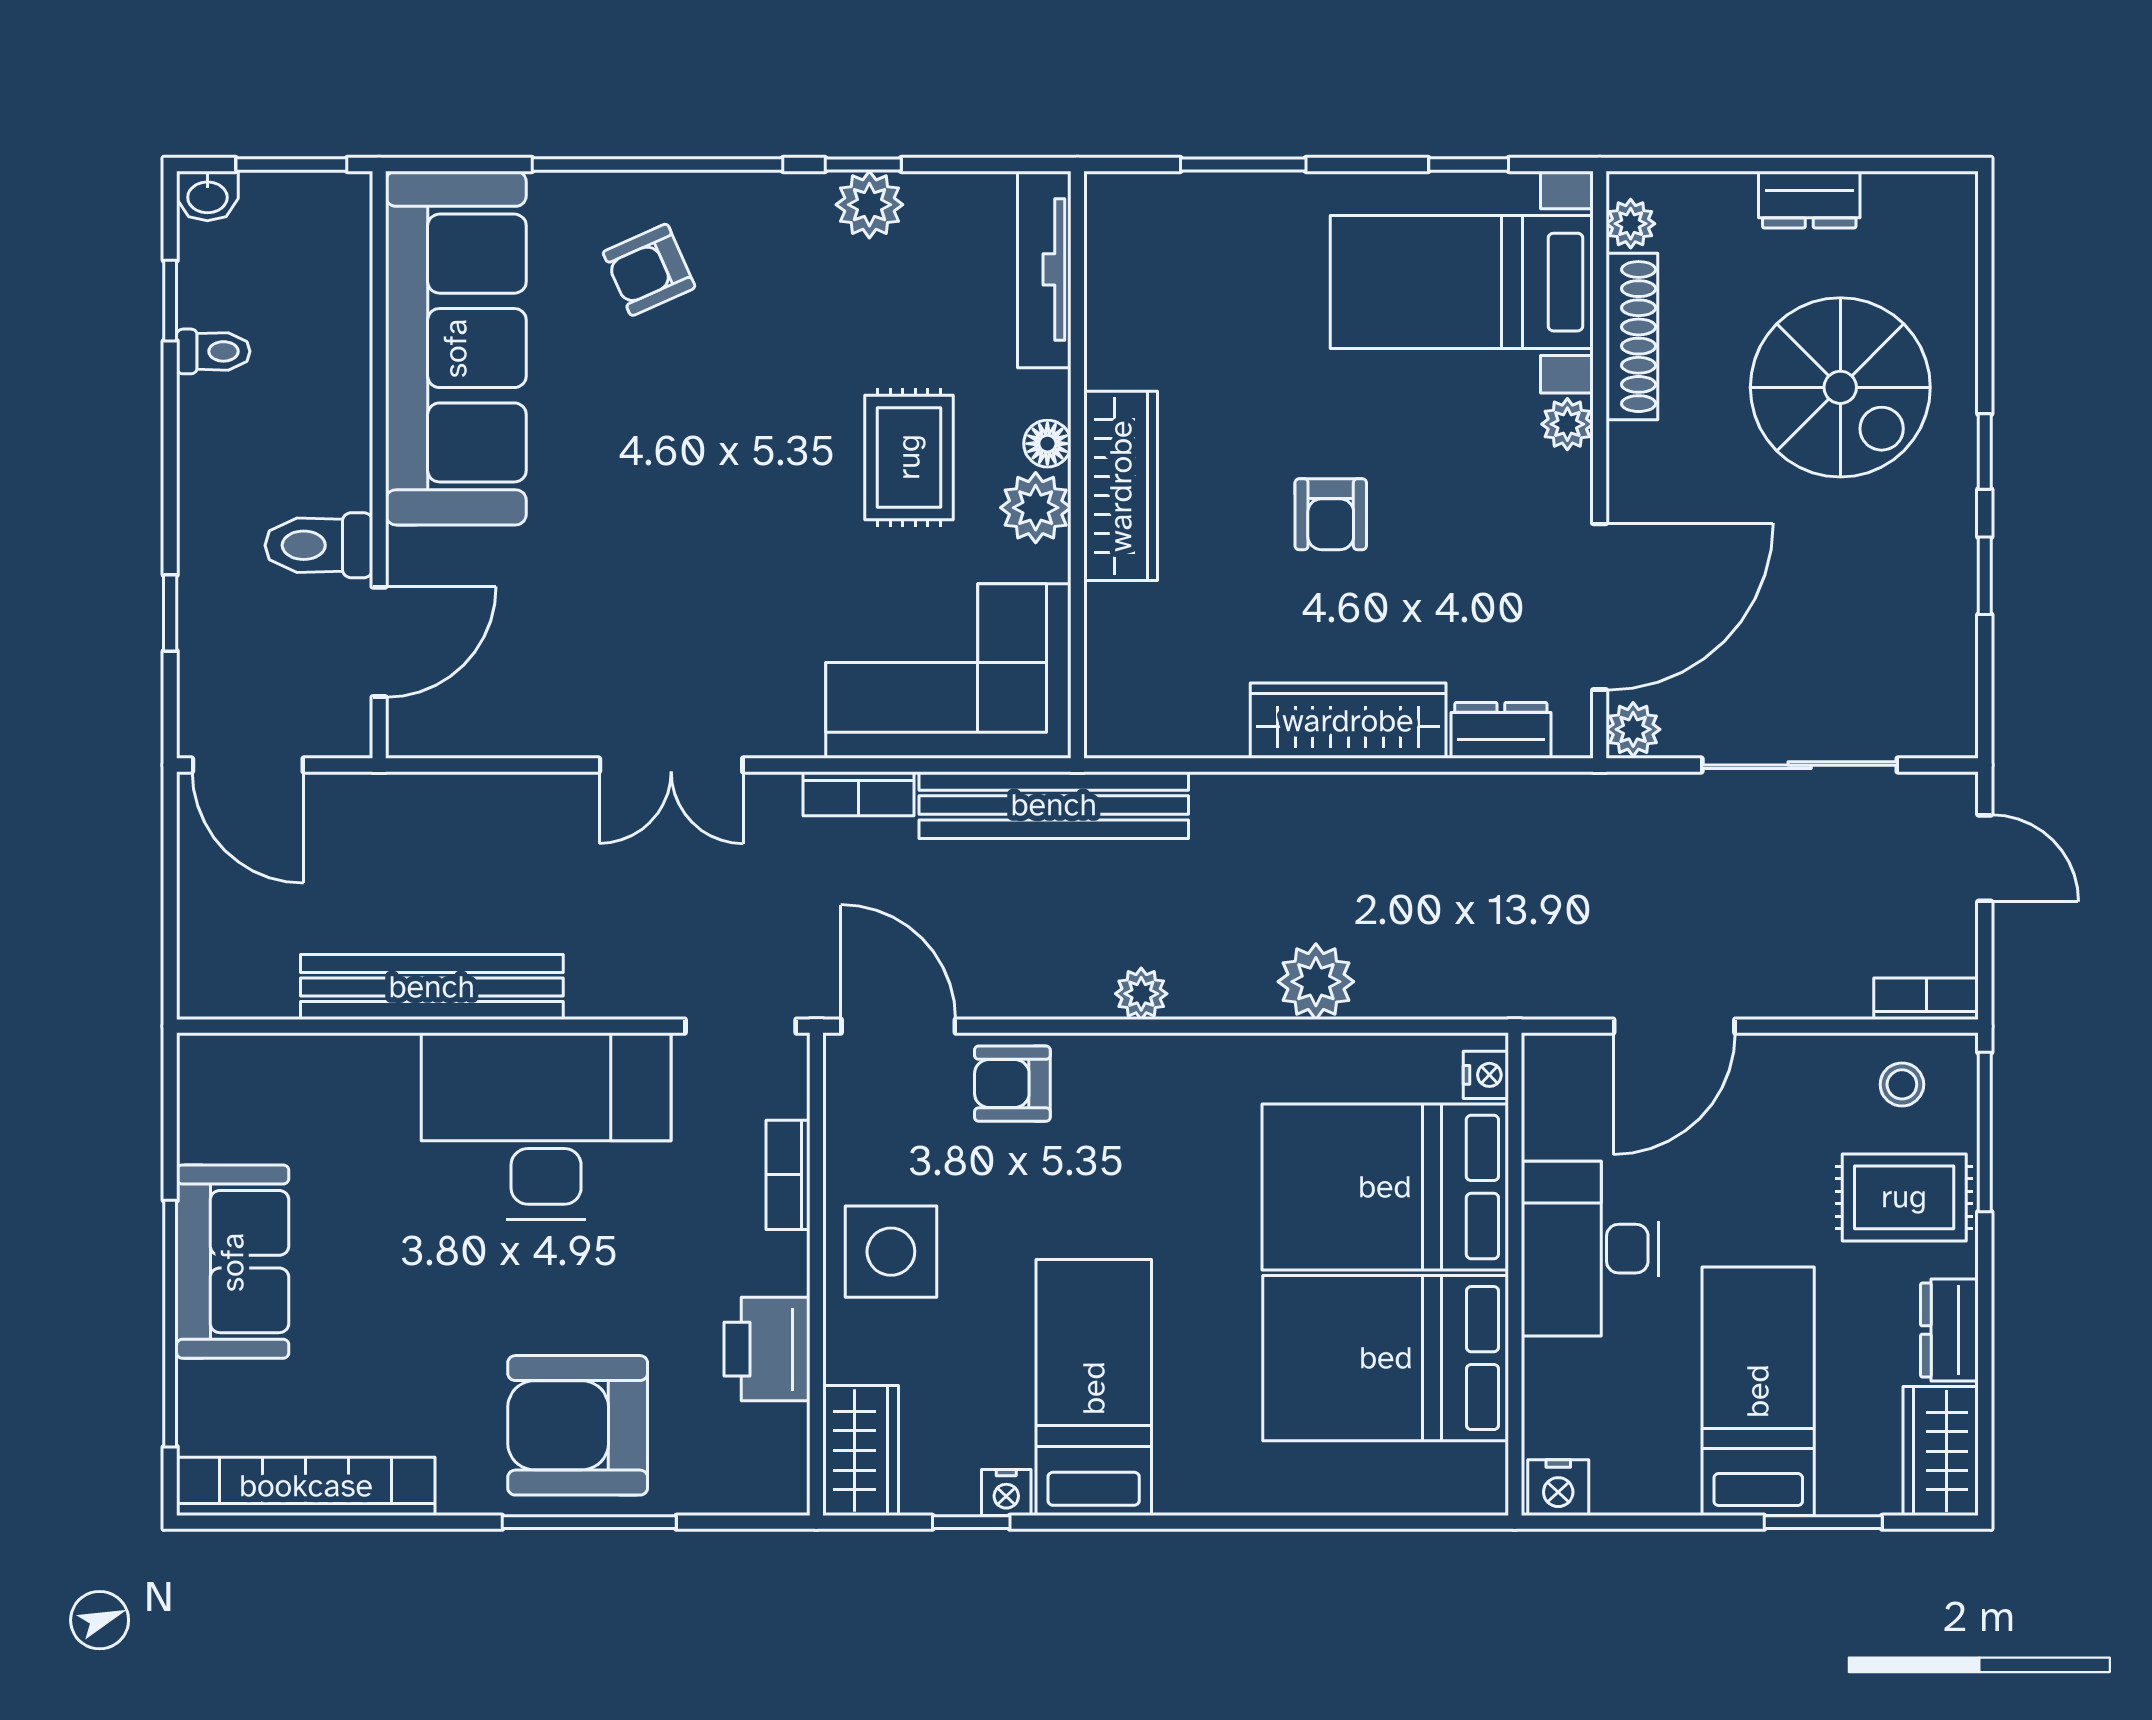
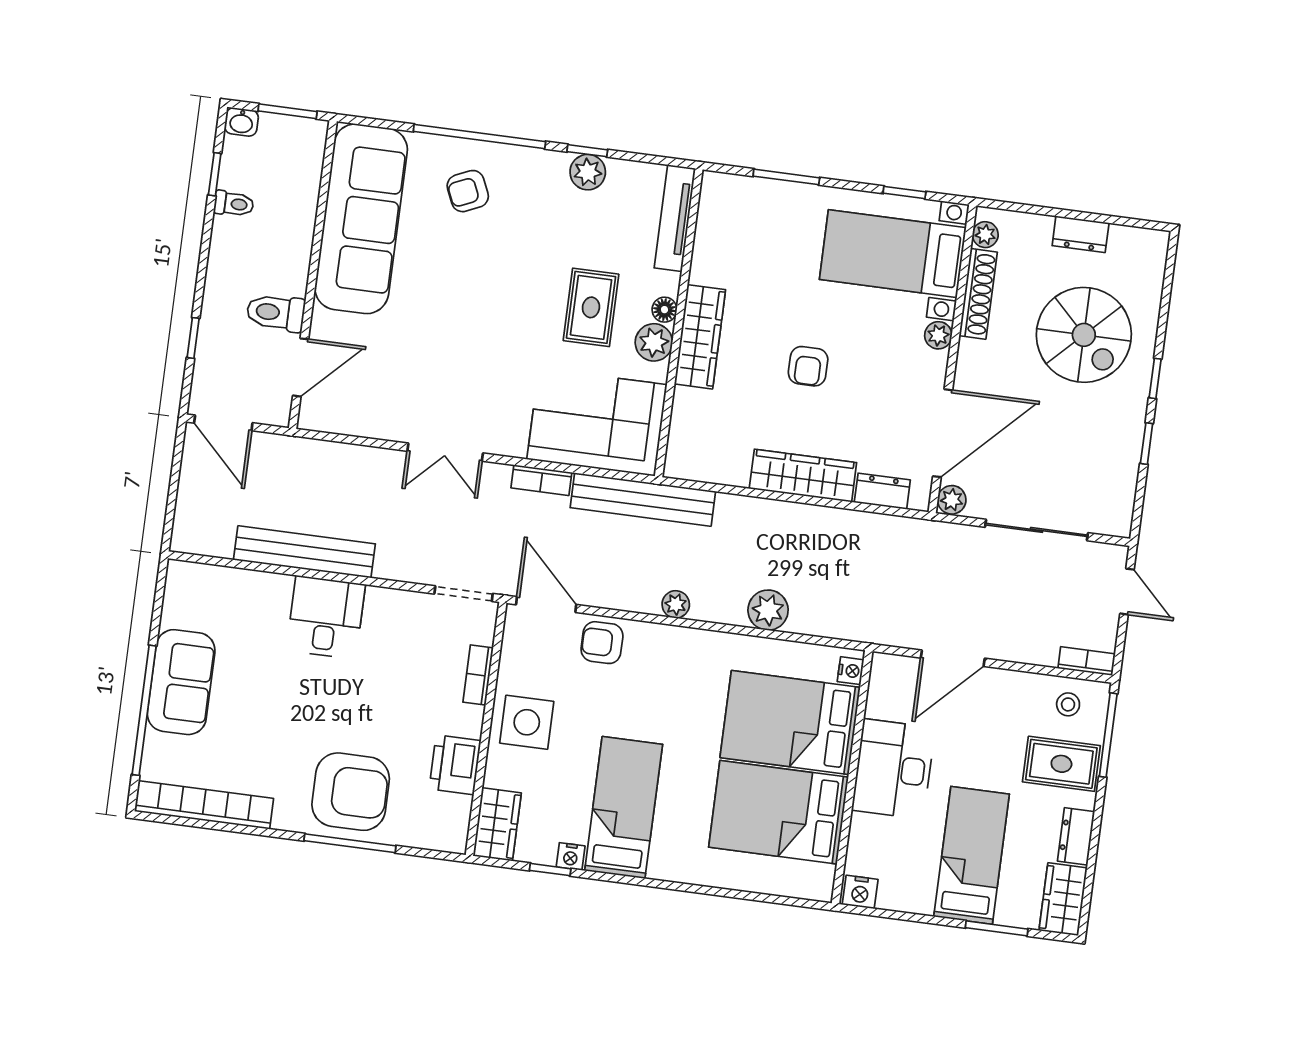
desk: (546, 1126) -> (326, 617), width x0.53, depth x0.77
armchair: (578, 1425) -> (351, 792), turned 180

